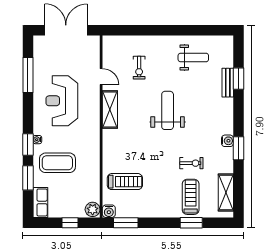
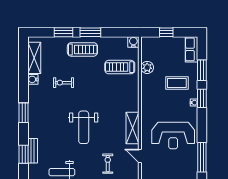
reception desk: (62, 101) -> (173, 135), turned 90
water cooler: (227, 141) -> (33, 79), moved
window: (239, 148) -> (24, 113), moved
coffee table: (57, 163) -> (177, 83), width x0.73, depth x0.76
treadmill: (191, 197) -> (82, 49), moved, turned -90
plant: (93, 209) -> (147, 67), moved
window: (126, 223) -> (90, 32), moved

